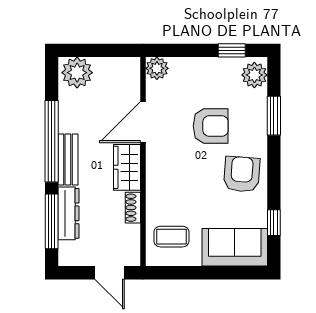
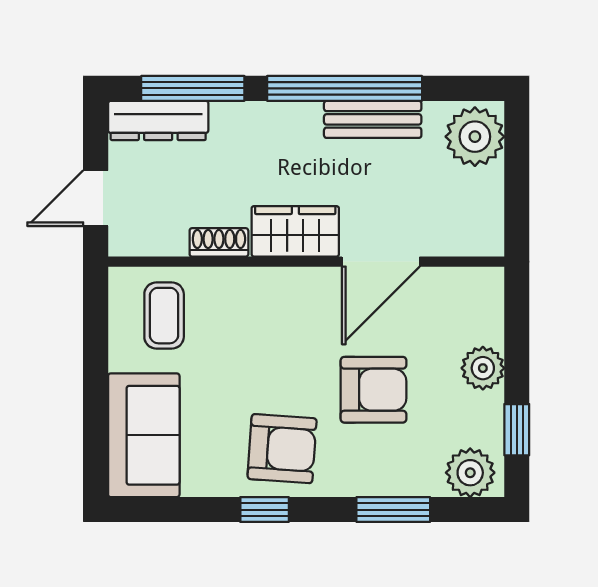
plant: (157, 68) -> (483, 368), moved
door: (143, 122) -> (381, 262), swing flipped
armchair: (211, 126) -> (374, 390), turned -90
bench: (68, 159) -> (373, 119), moved
dresser: (68, 213) -> (158, 120), moved
window: (274, 223) -> (265, 510), moved

